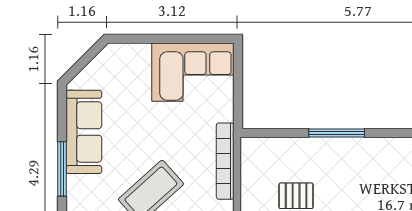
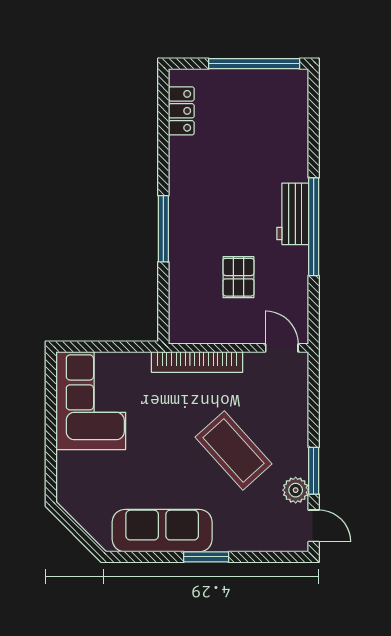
window: (62, 169) -> (206, 557), width x0.69

